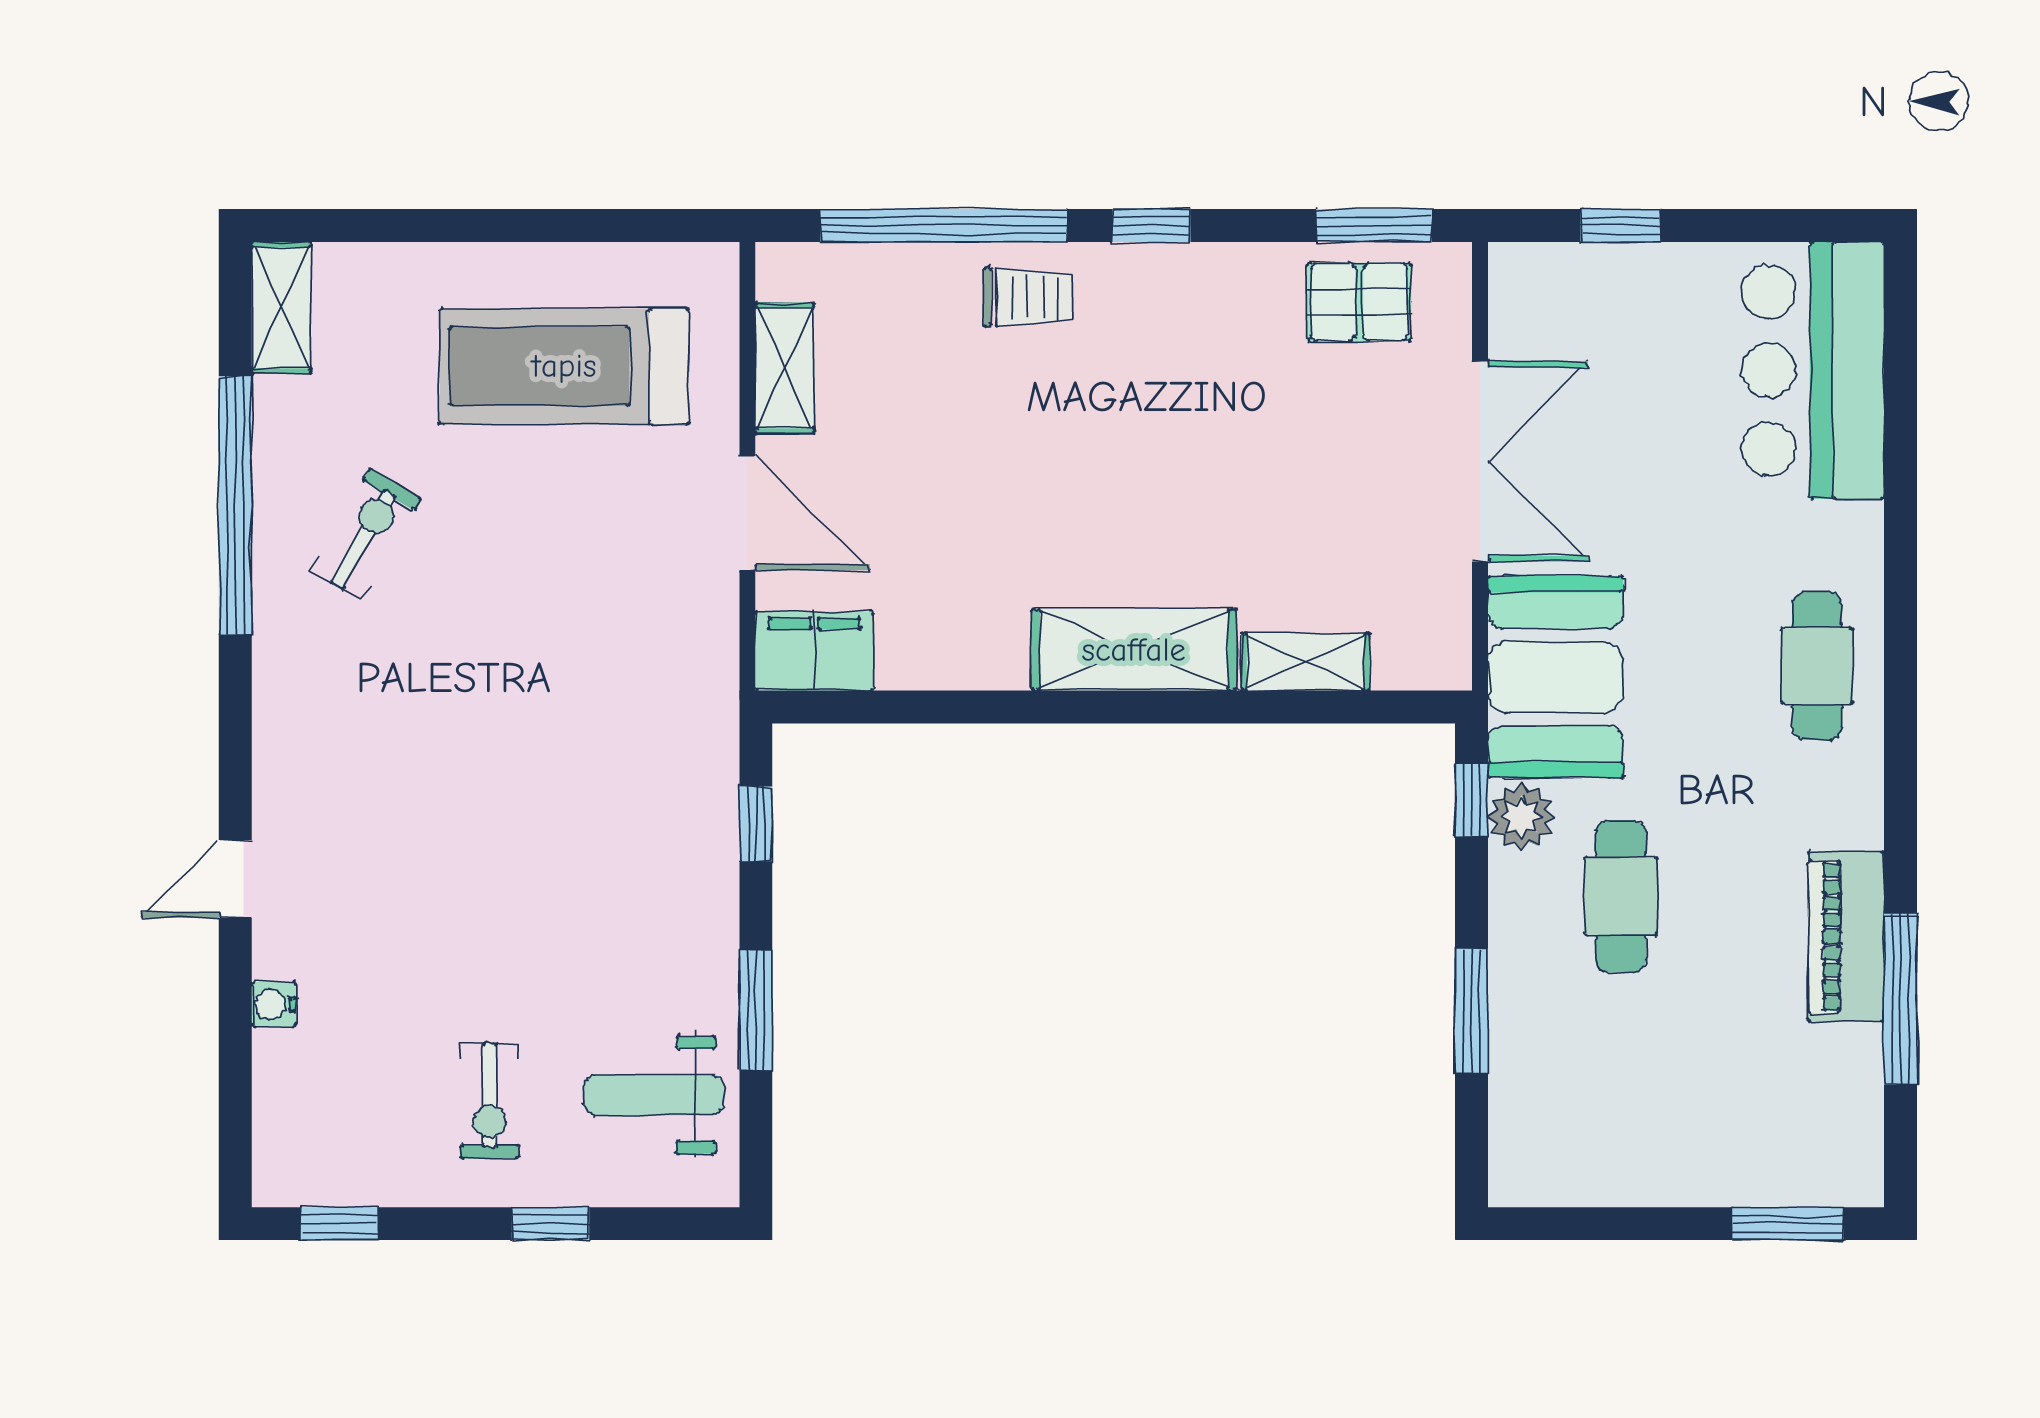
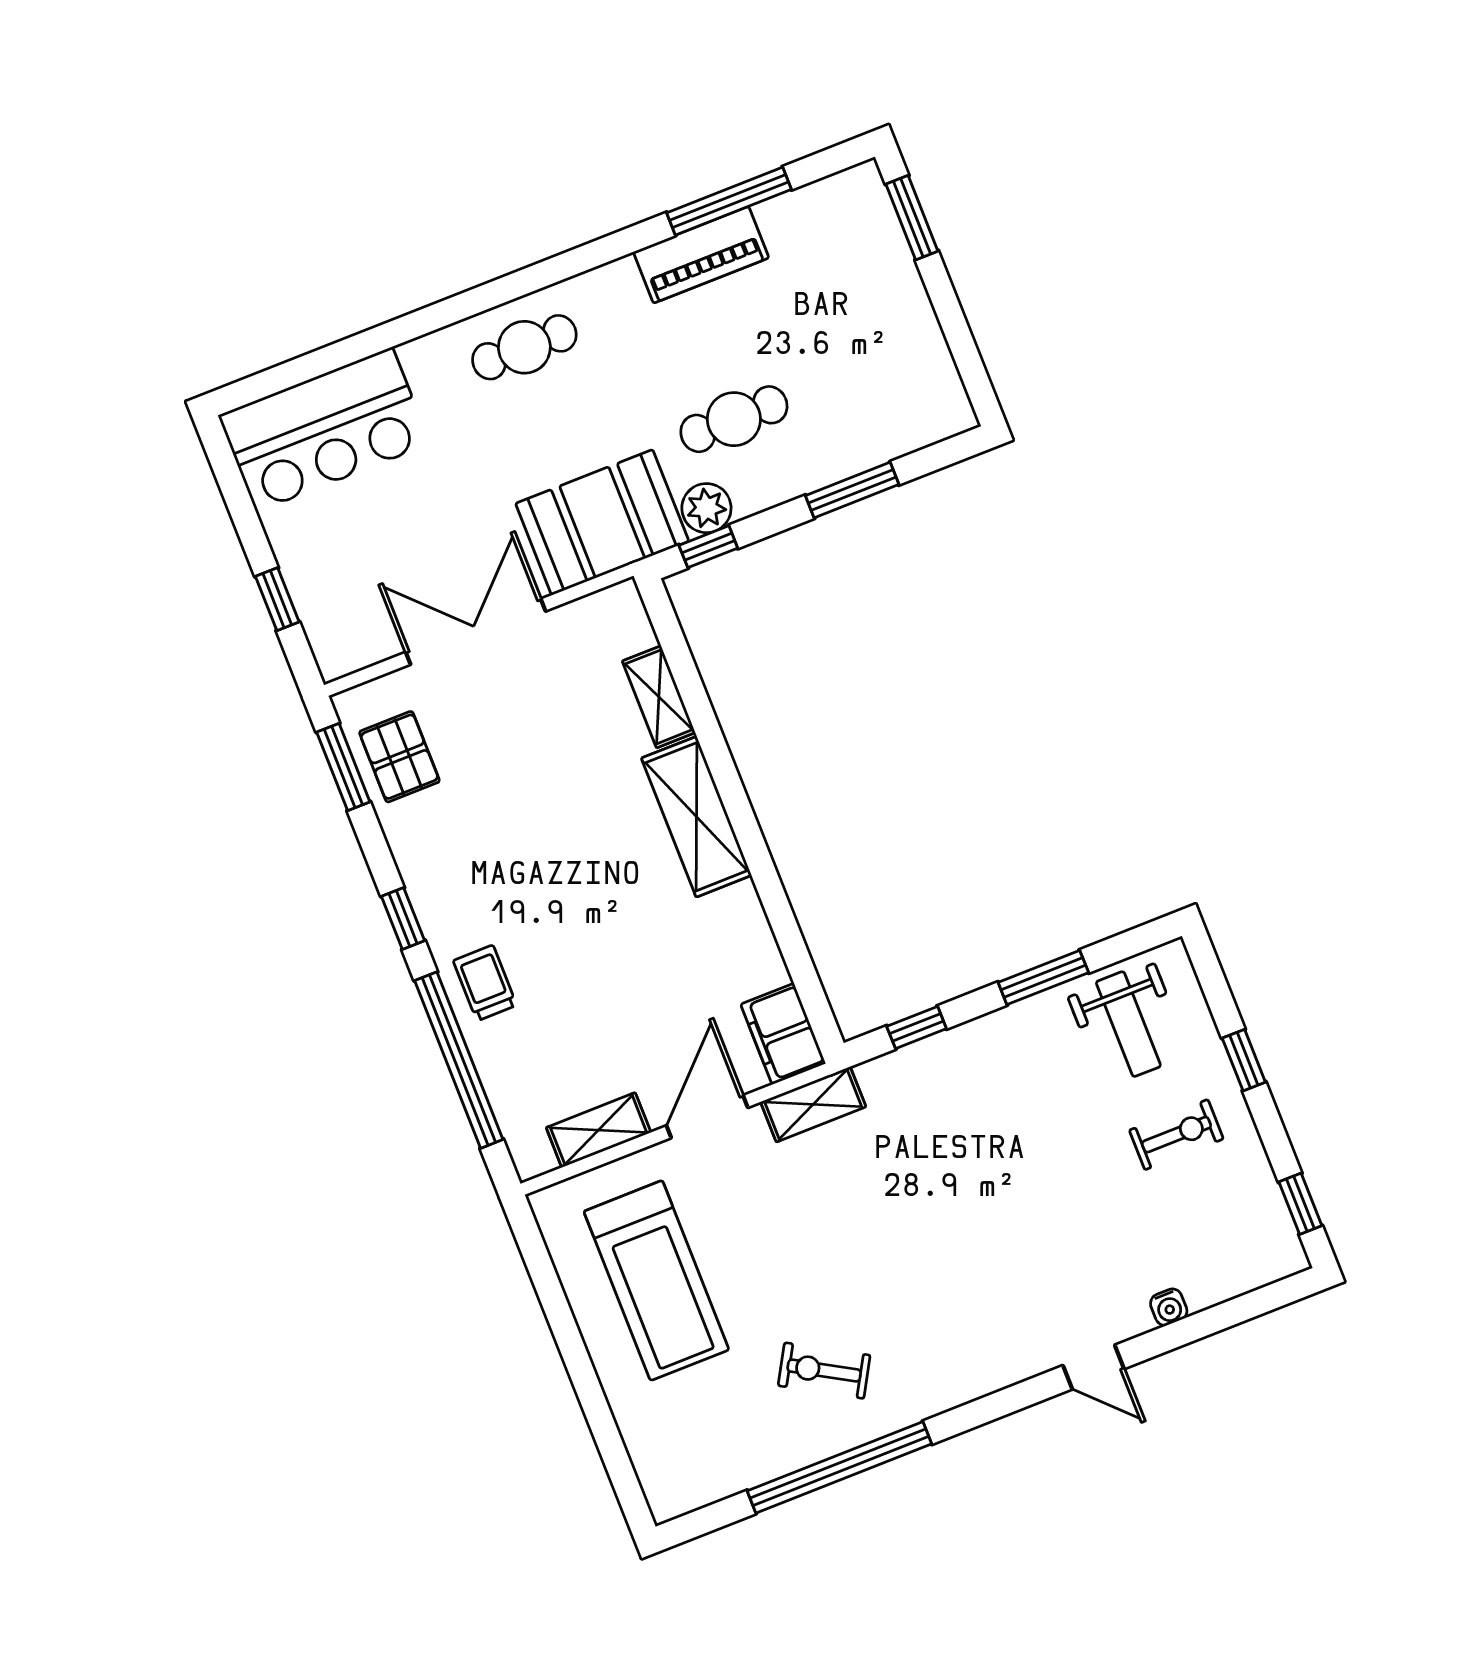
shelving: (281, 308) -> (813, 1104), moved

